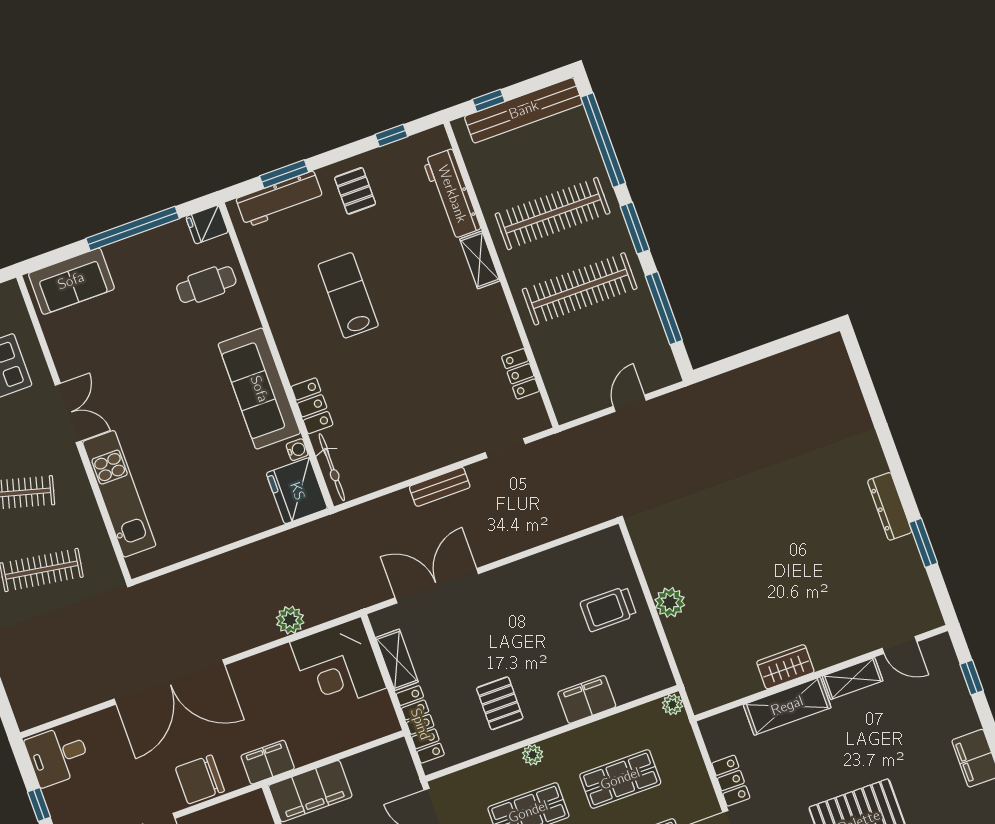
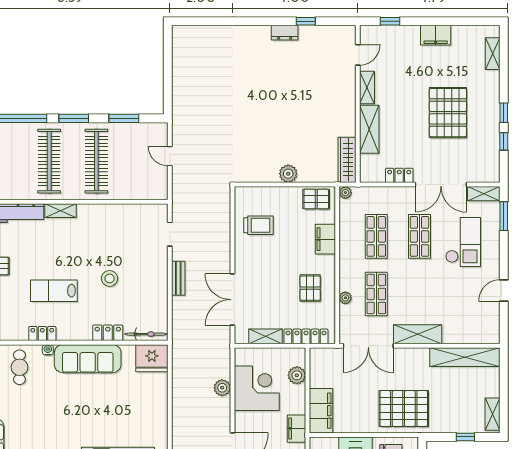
window: (664, 308) -> (124, 118), width x0.69
locker: (520, 374) -> (42, 334), moved, turned 180
stool: (400, 377) -> (109, 278), added
water cooler: (297, 450) -> (48, 350), moved
dresser: (890, 506) -> (285, 33), width x0.70
window: (923, 543) -> (306, 21), width x0.67
trolley: (608, 609) -> (258, 225), moved, turned -90
pallet: (645, 662) -> (316, 199), added
corner desk: (338, 665) -> (257, 388), moved, turned -90
wardrobe: (785, 667) -> (347, 160), moved, width x1.50
pallet: (500, 703) -> (310, 288), turned 90
plant: (353, 732) -> (297, 375), added
plant: (533, 755) -> (345, 298), moved

